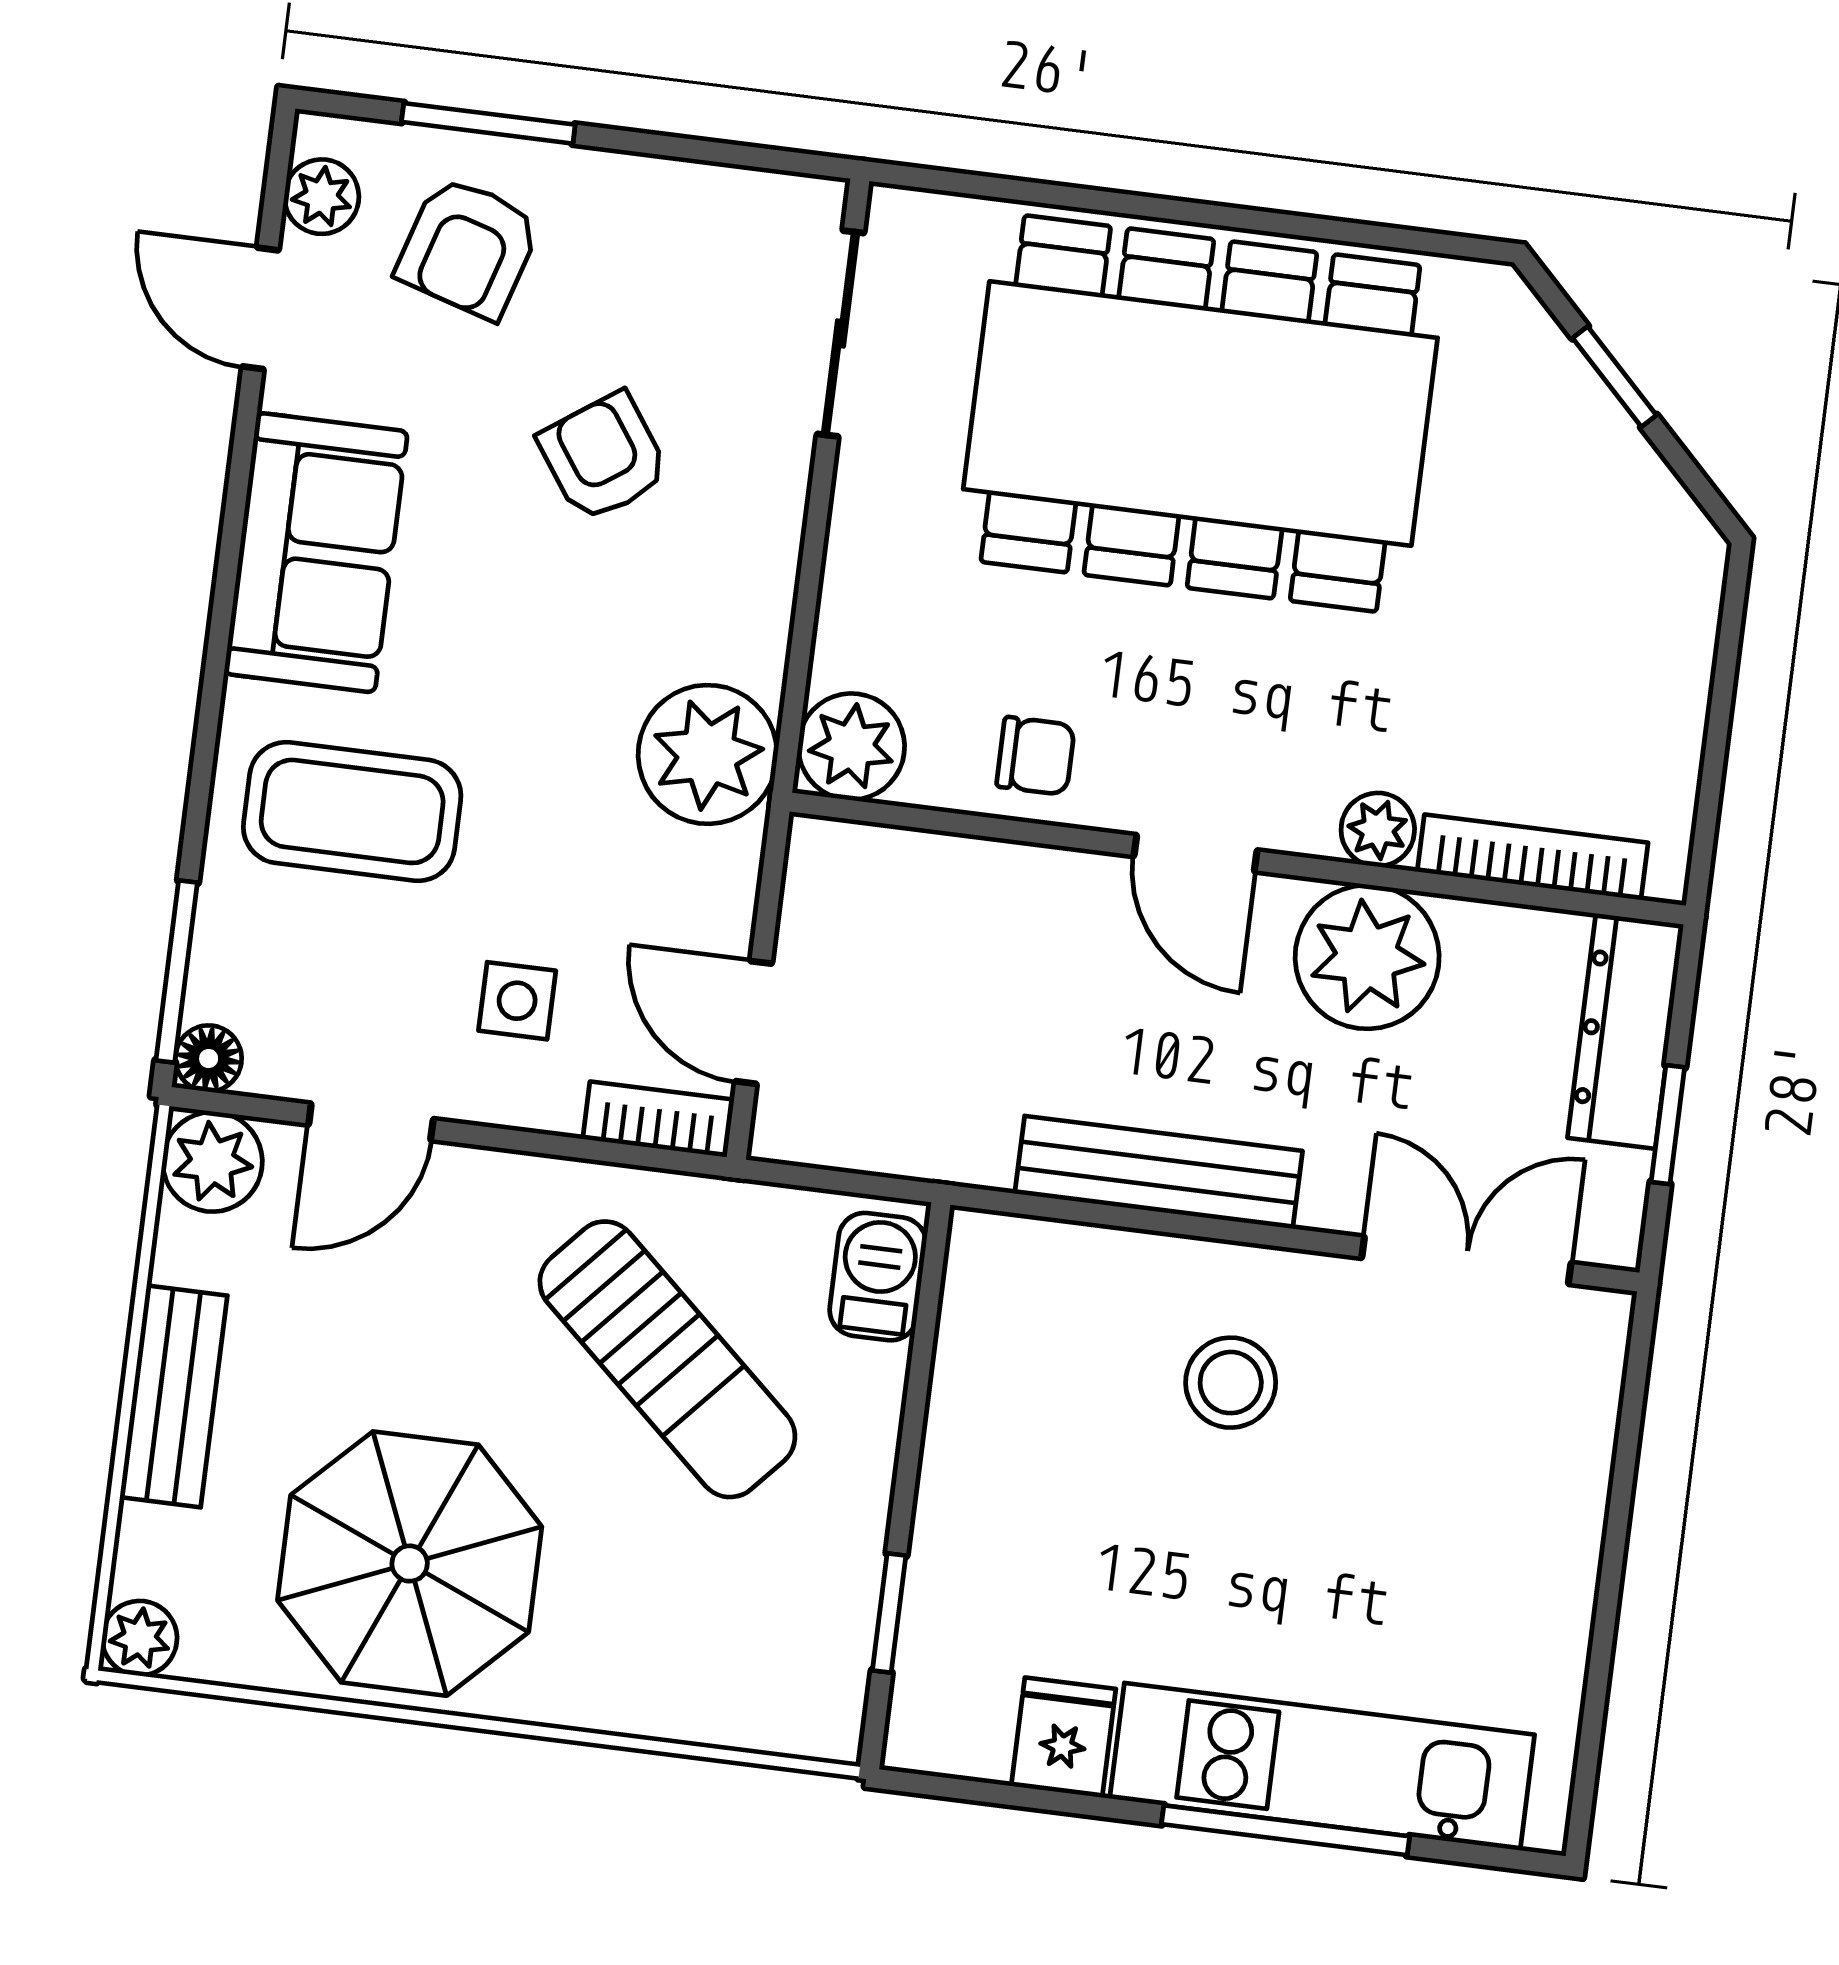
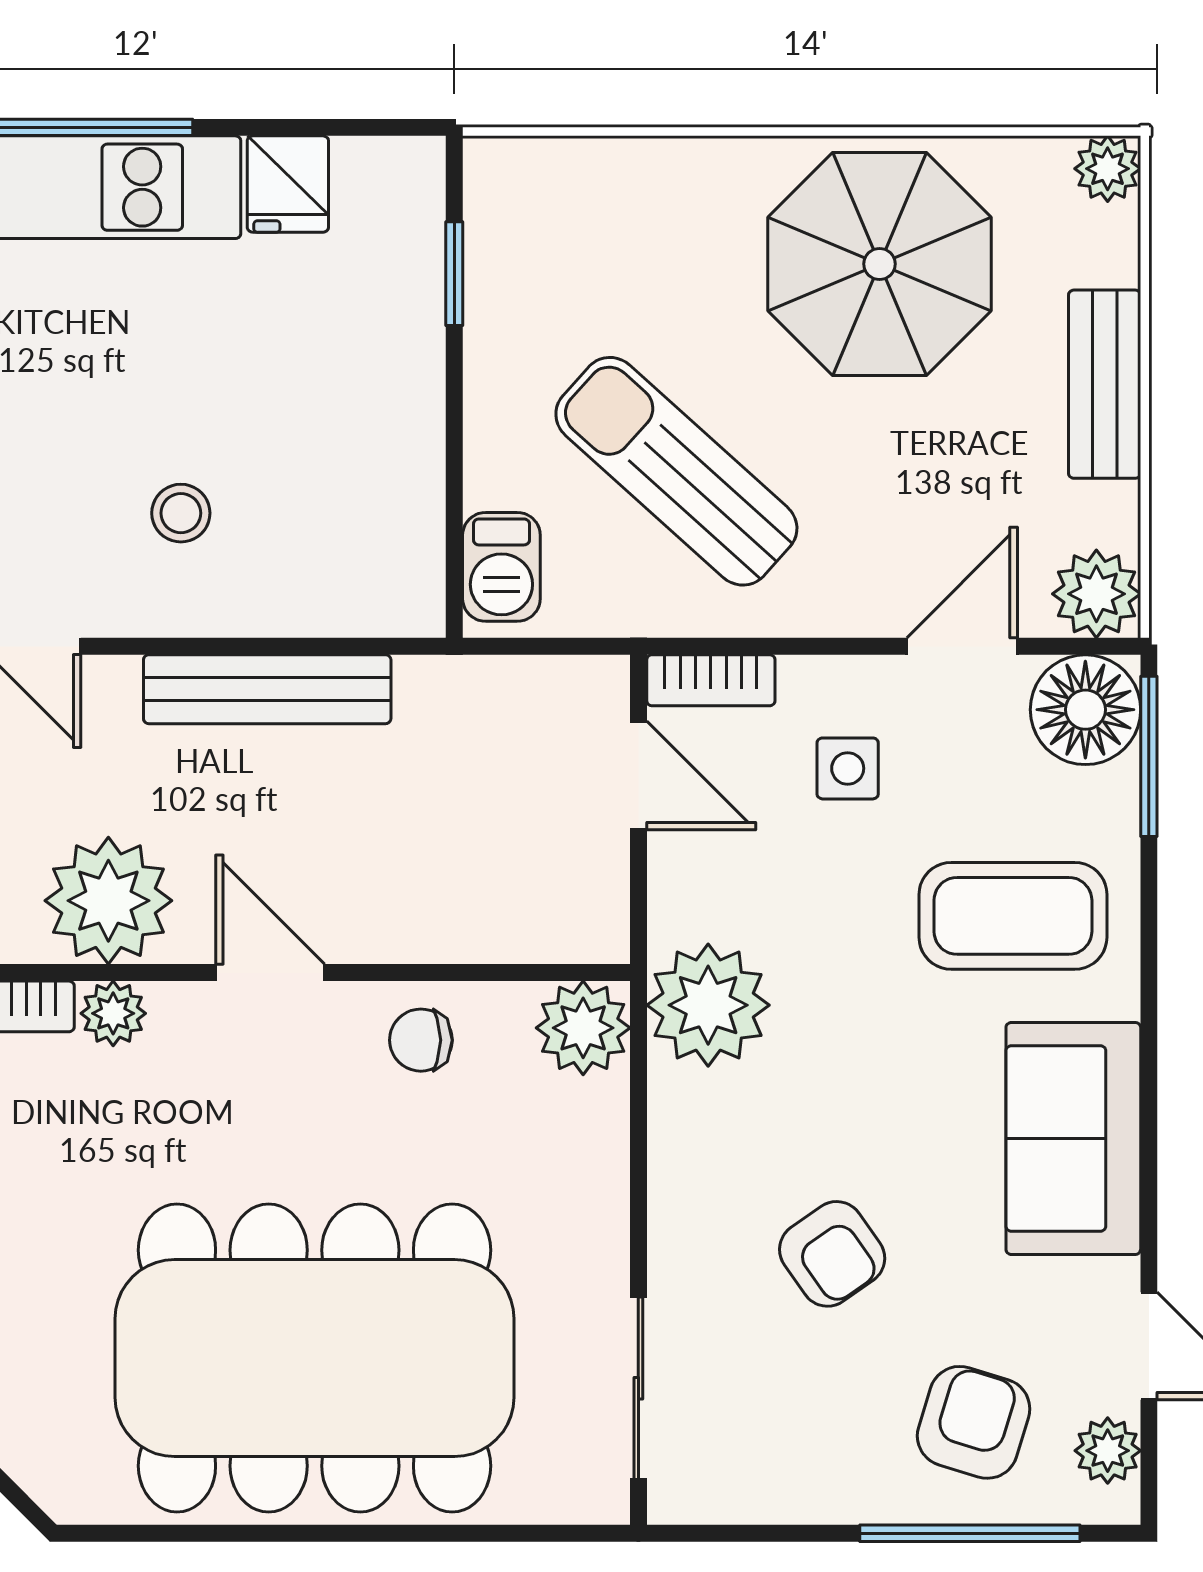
window: (488, 123) -> (970, 1533), width x1.44
floor lamp: (209, 1058) -> (1085, 710), width x1.89, depth x1.89
stool: (1231, 1383) -> (181, 513), width x0.73, depth x0.73

